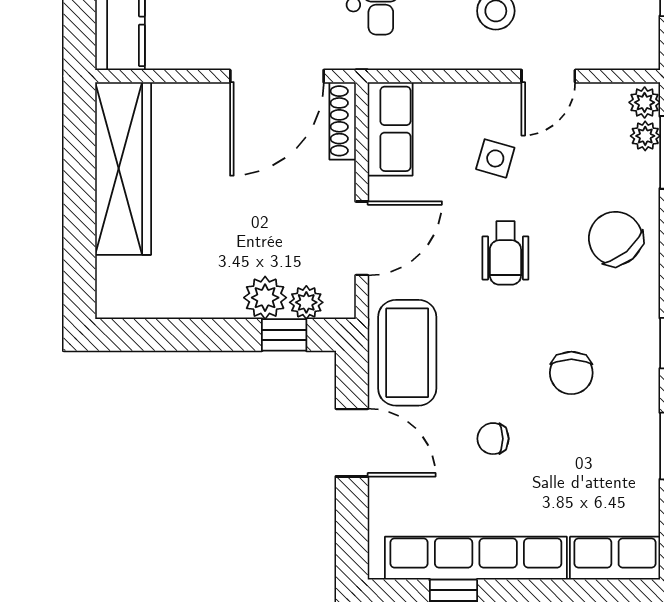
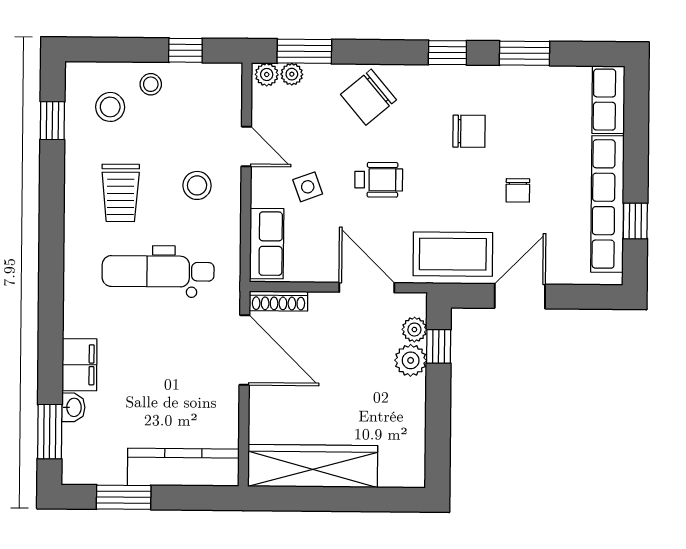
row of seats: (390, 129) -> (267, 244), moved, turned 90
side table: (495, 158) -> (308, 187), turned -36

